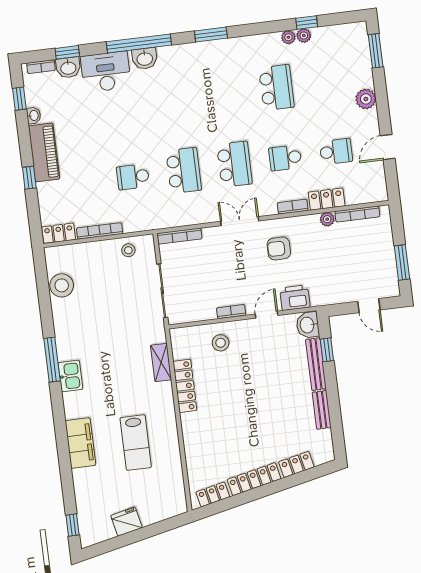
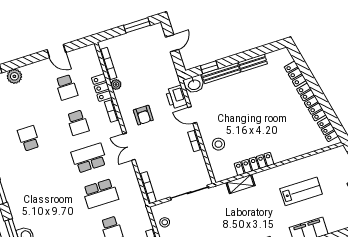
school desk: (276, 88) -> (29, 138), width x0.54
plant: (366, 99) -> (14, 76), moved
school desk: (336, 151) -> (66, 87), turned 180
school desk: (184, 170) -> (100, 193), turned 180

